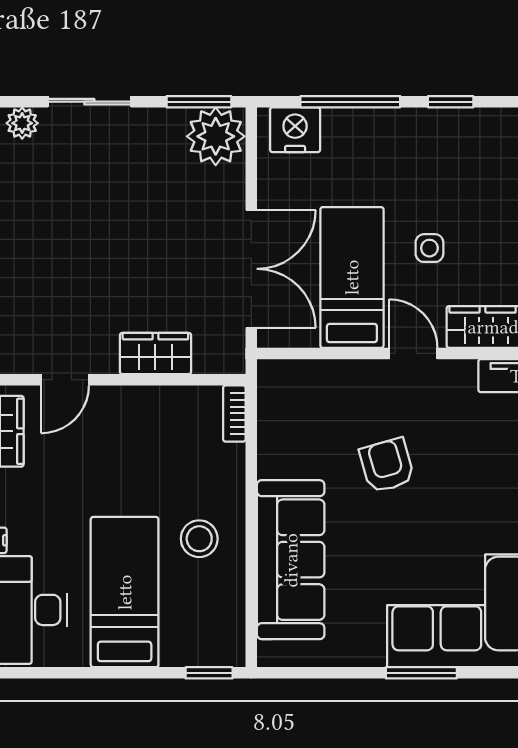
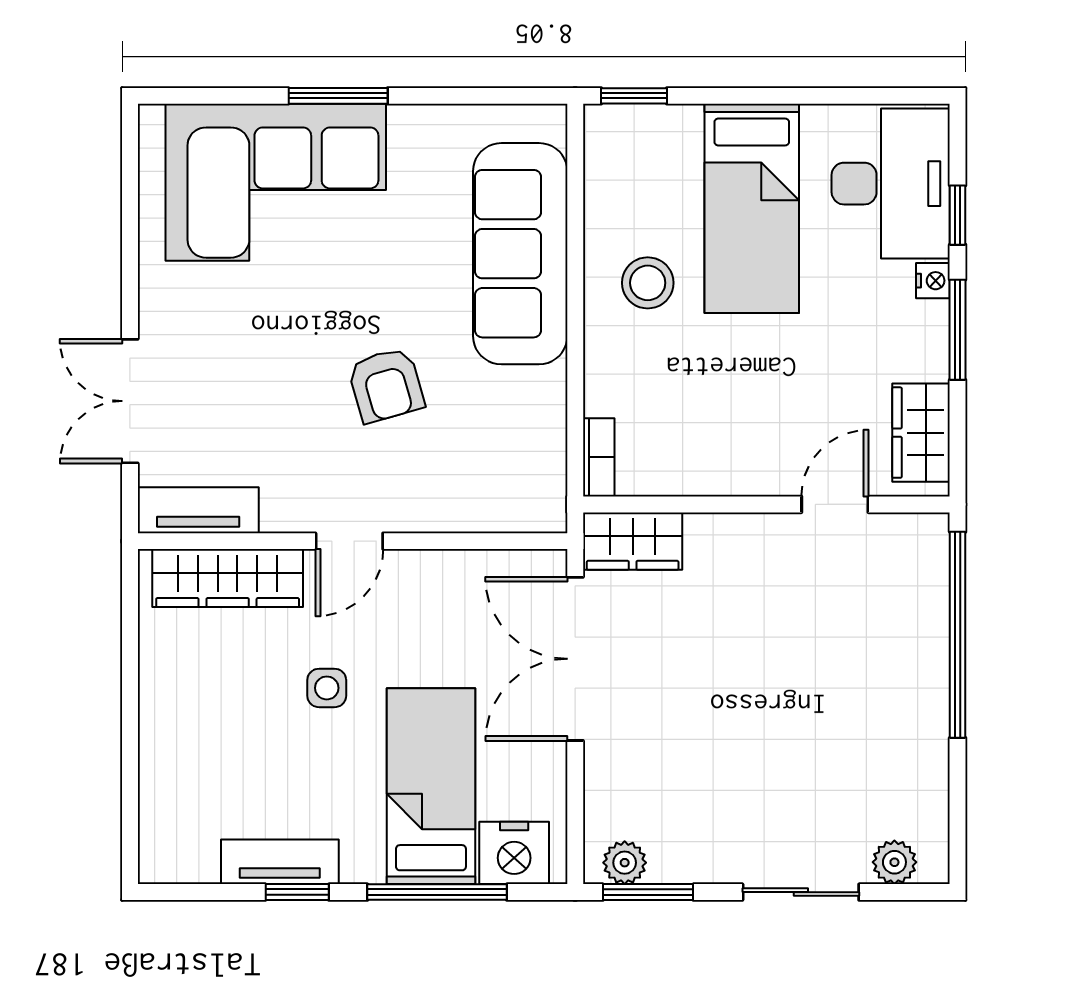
tv unit: (463, 123) -> (280, 862), added
plant: (216, 136) -> (625, 863), width x0.53, depth x0.53
bed: (352, 277) -> (431, 786), moved, turned 180
wardrobe: (155, 353) -> (633, 541), moved
door: (413, 353) -> (349, 541), hinge flipped

